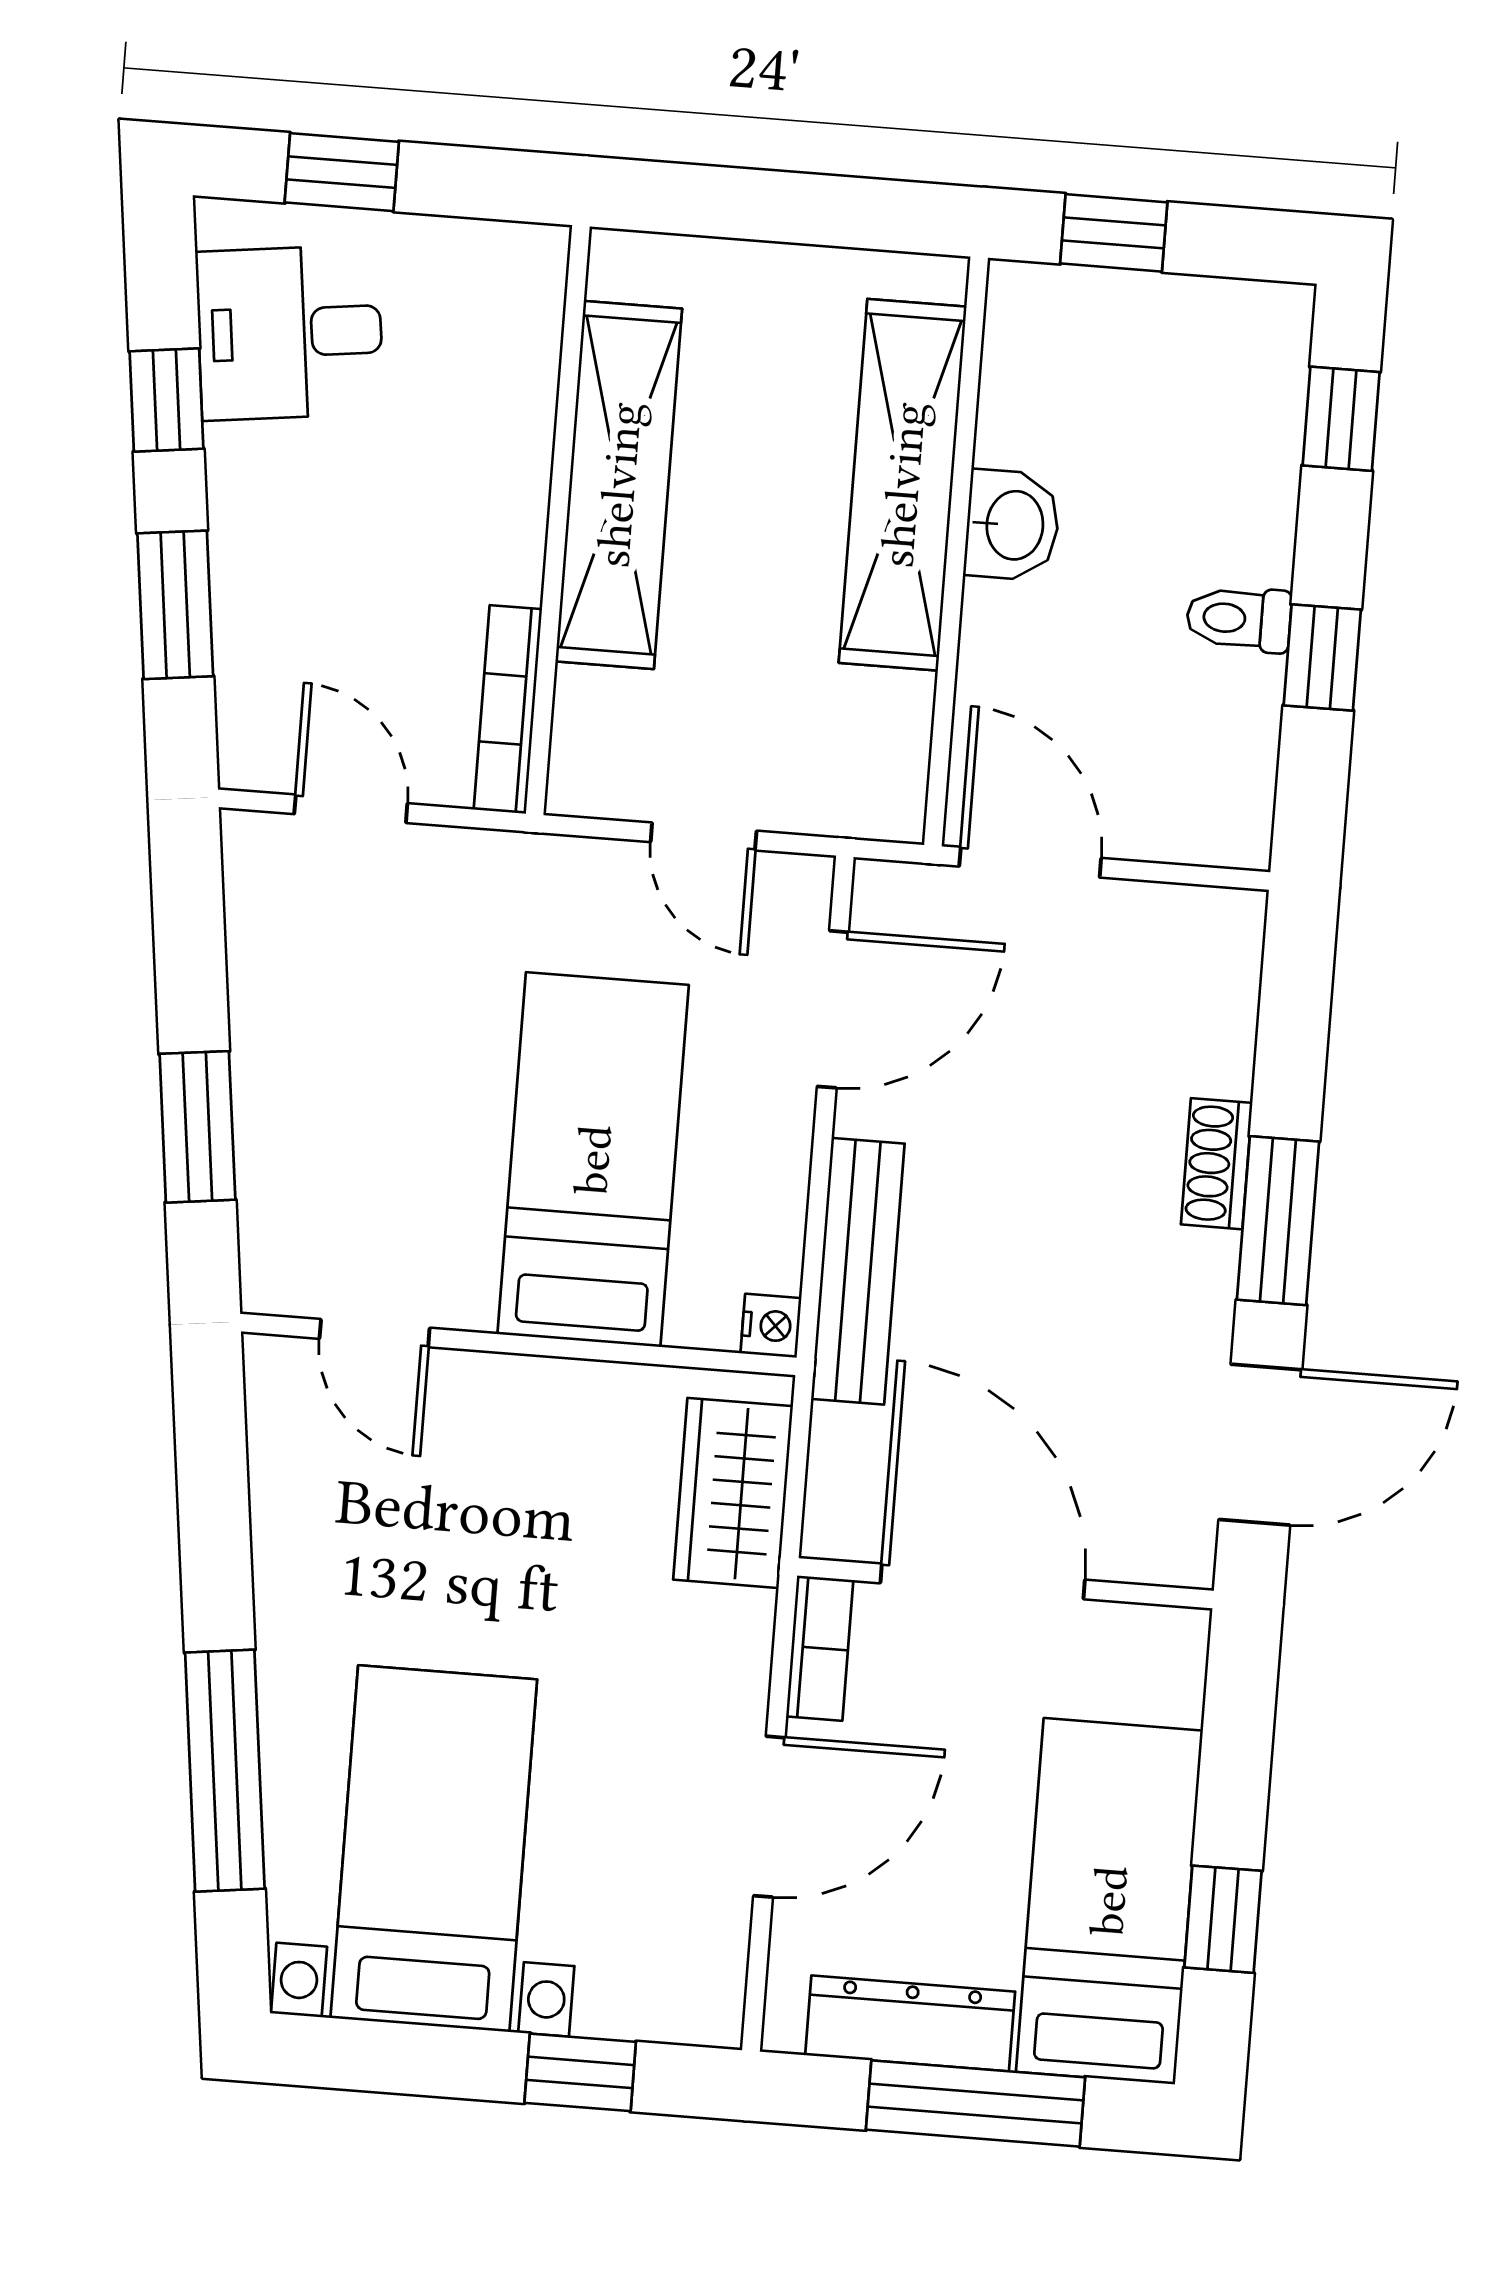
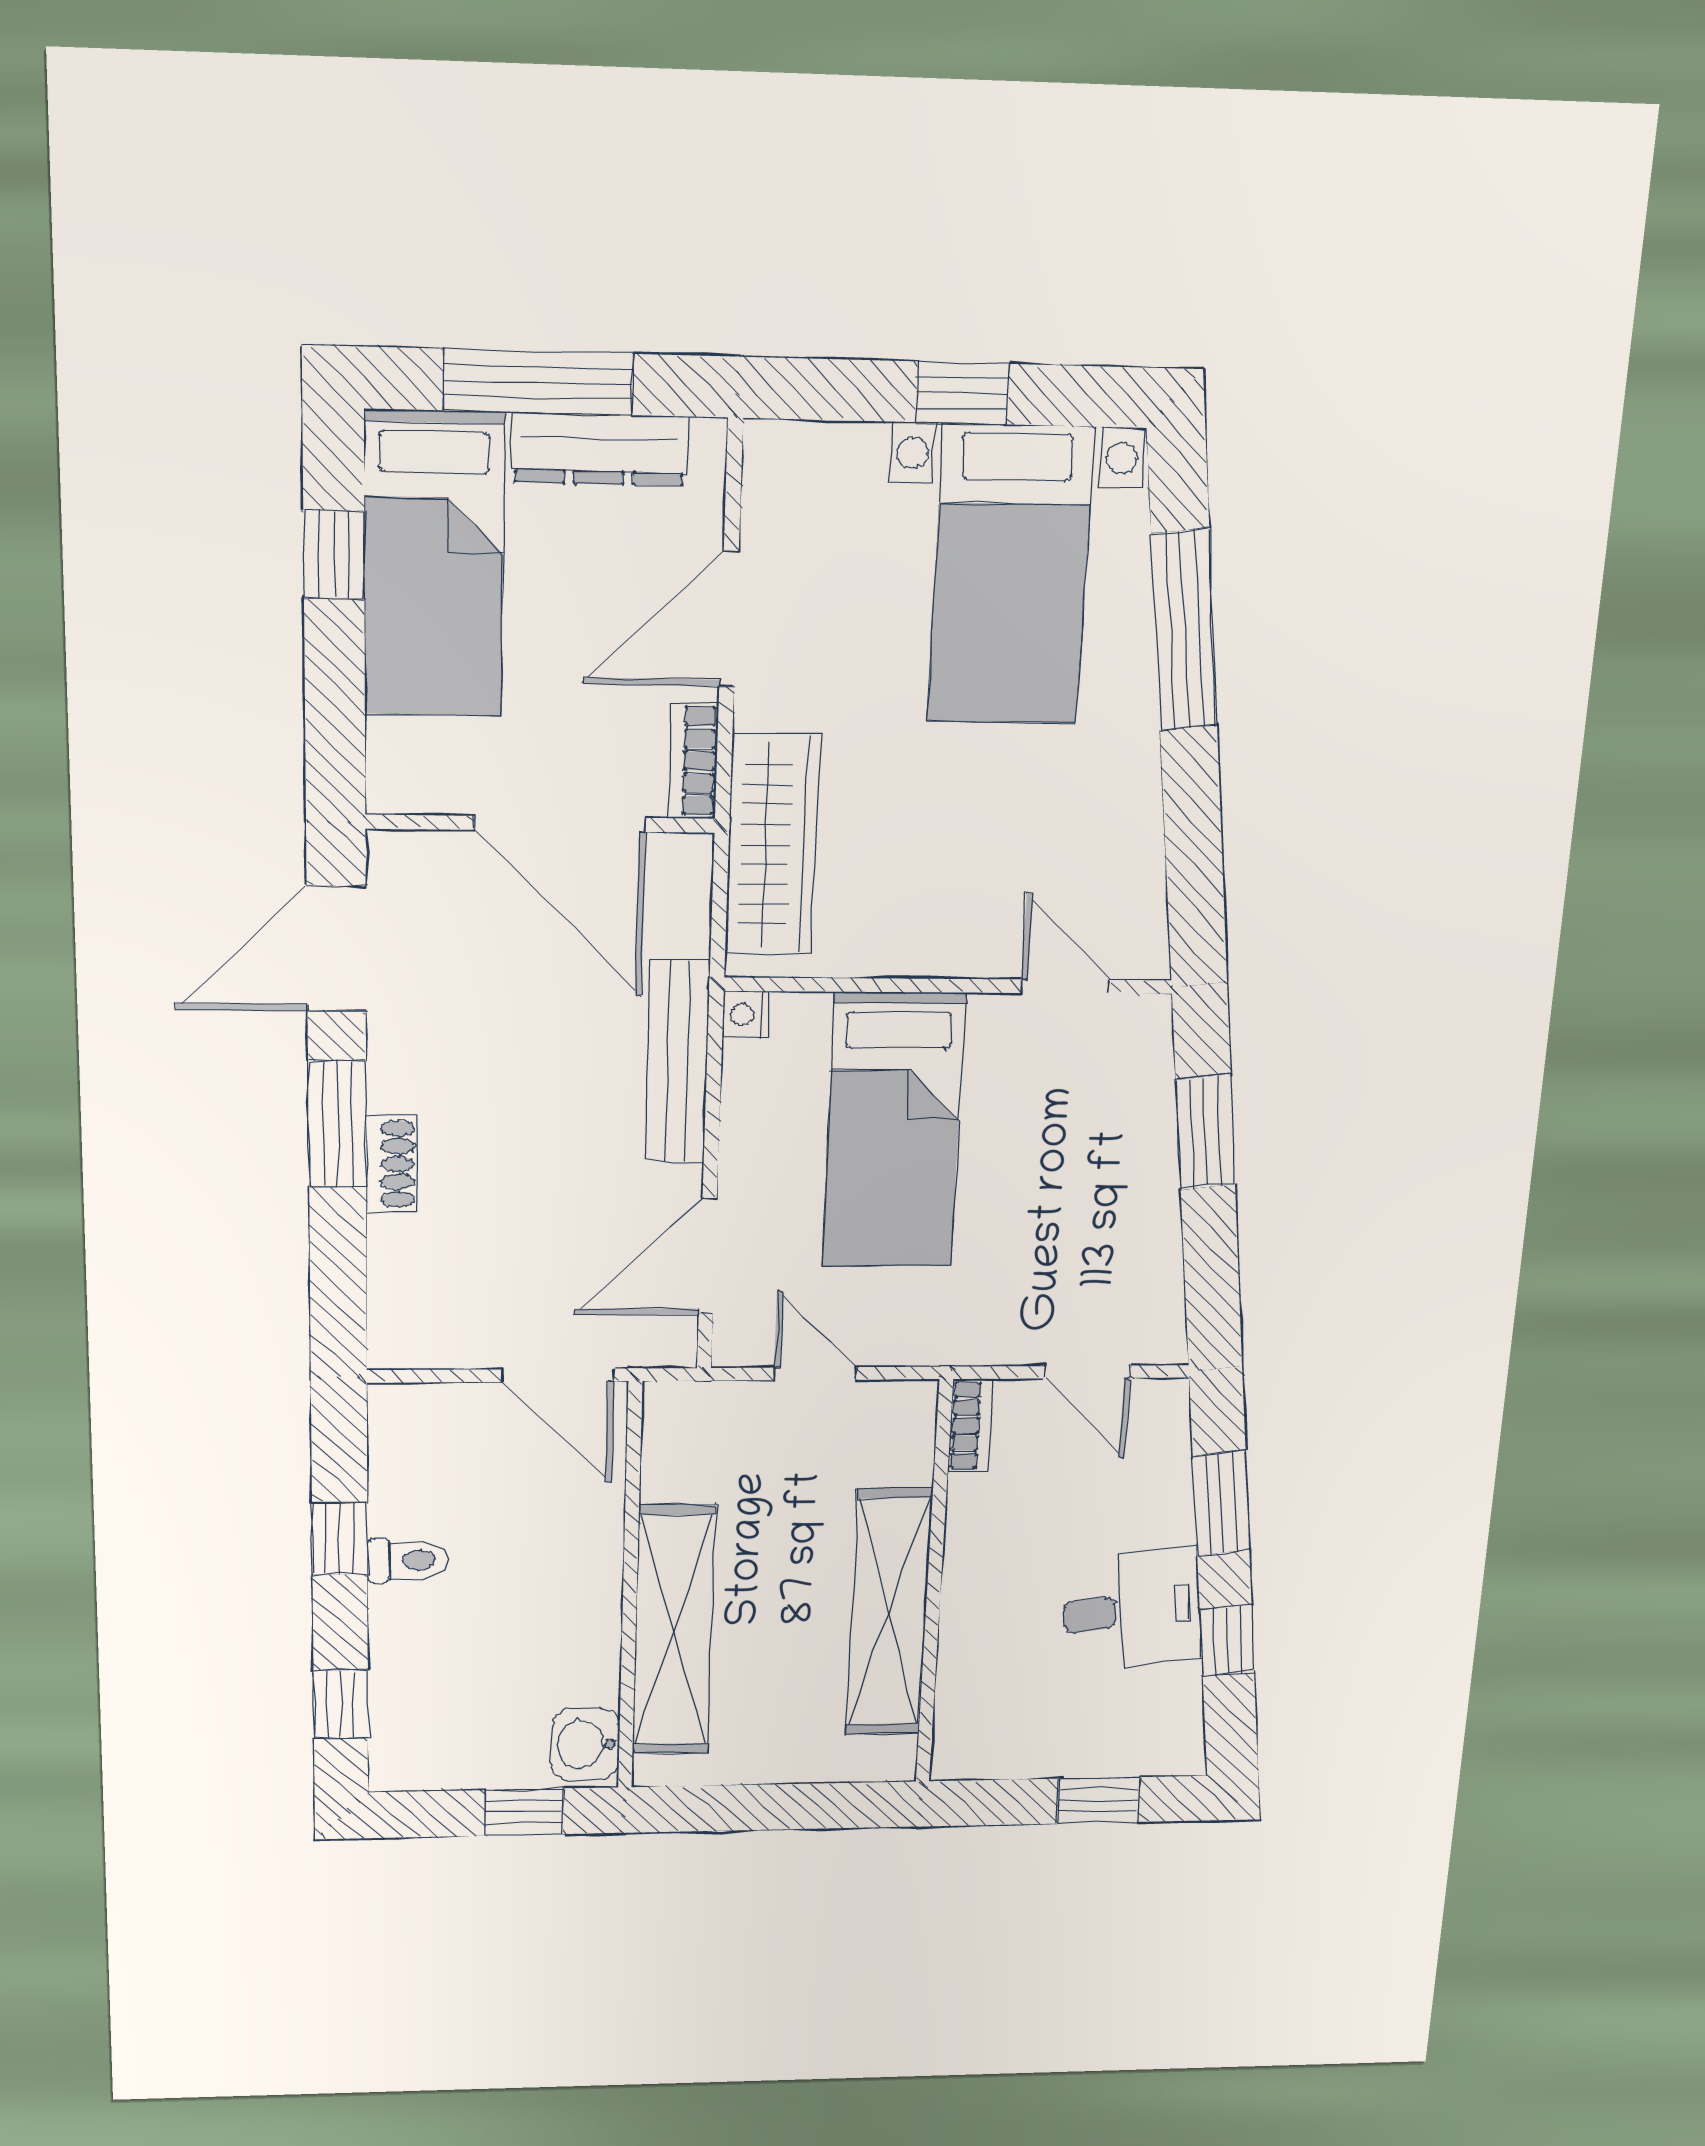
desk: (290, 333) -> (1132, 1610), moved
washbasin: (1012, 525) -> (585, 1745), moved
bookcase: (508, 709) -> (970, 1425), width x0.64
wardrobe: (733, 1493) -> (772, 845), width x1.50
window: (580, 2072) -> (962, 393), moved

